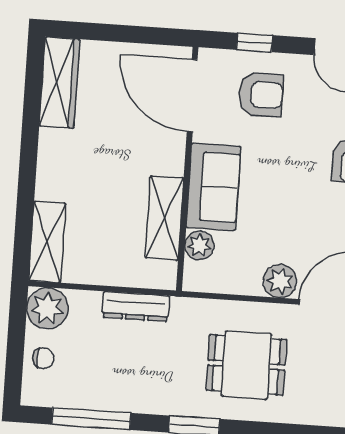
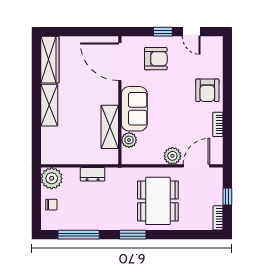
window: (255, 42) -> (163, 32), moved
shelving: (47, 242) -> (49, 105), moved
dresser: (136, 307) -> (93, 174), width x0.70
dining table: (246, 365) -> (158, 201), width x1.38

